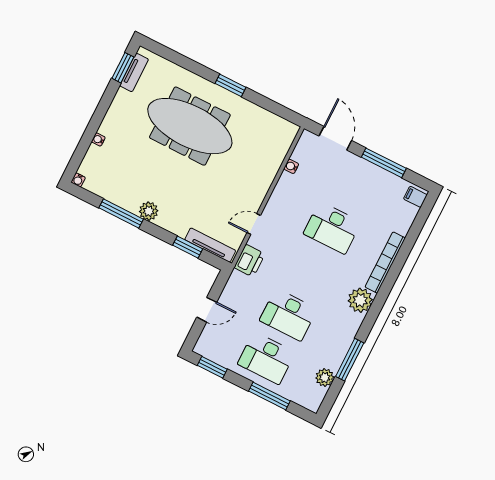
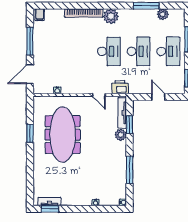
window: (231, 85) -> (30, 133), moved
meeting table: (190, 126) -> (63, 135), moved
plant: (149, 211) -> (121, 135), moved
desk: (332, 228) -> (109, 51), moved

